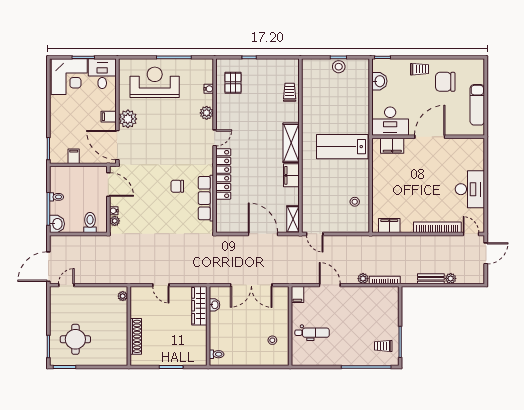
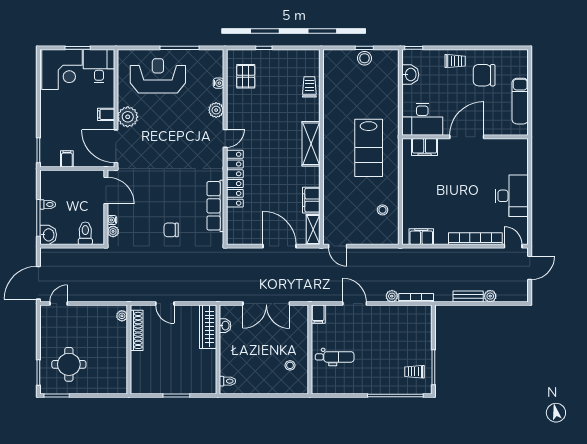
lab bench: (342, 147) -> (369, 148), turned -90
filing cabinet: (291, 175) -> (311, 200), moved
chair: (177, 186) -> (171, 230), moved
shoe rack: (136, 336) -> (137, 330), moved

